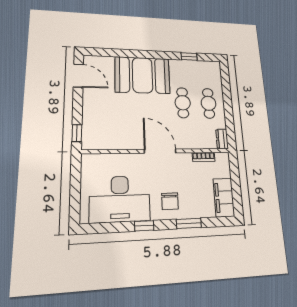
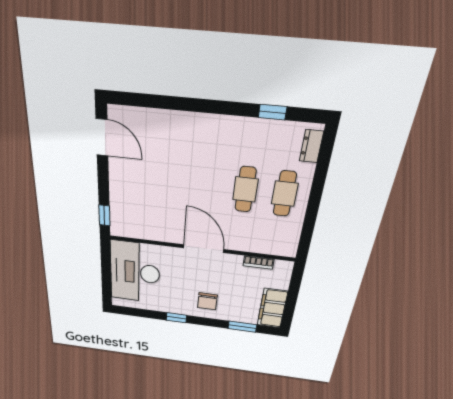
booth: (142, 75) -> (192, 142), removed
dresser: (222, 139) -> (311, 146), moved
desk: (120, 199) -> (135, 272), moved, turned 90
window: (189, 223) -> (242, 327), moved

